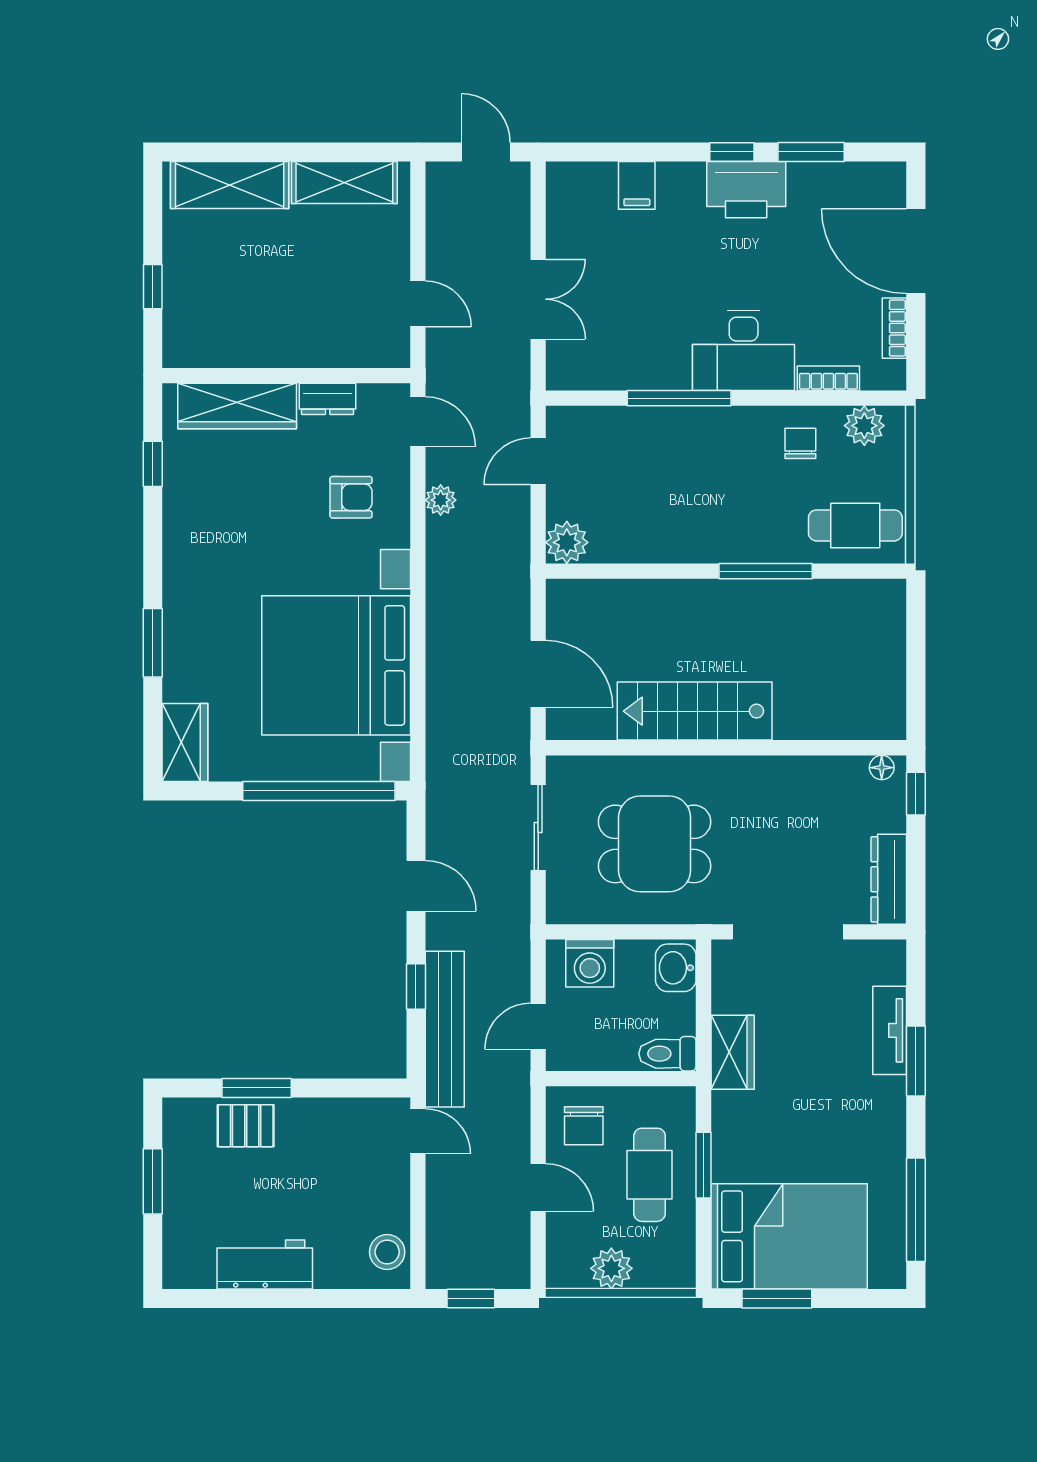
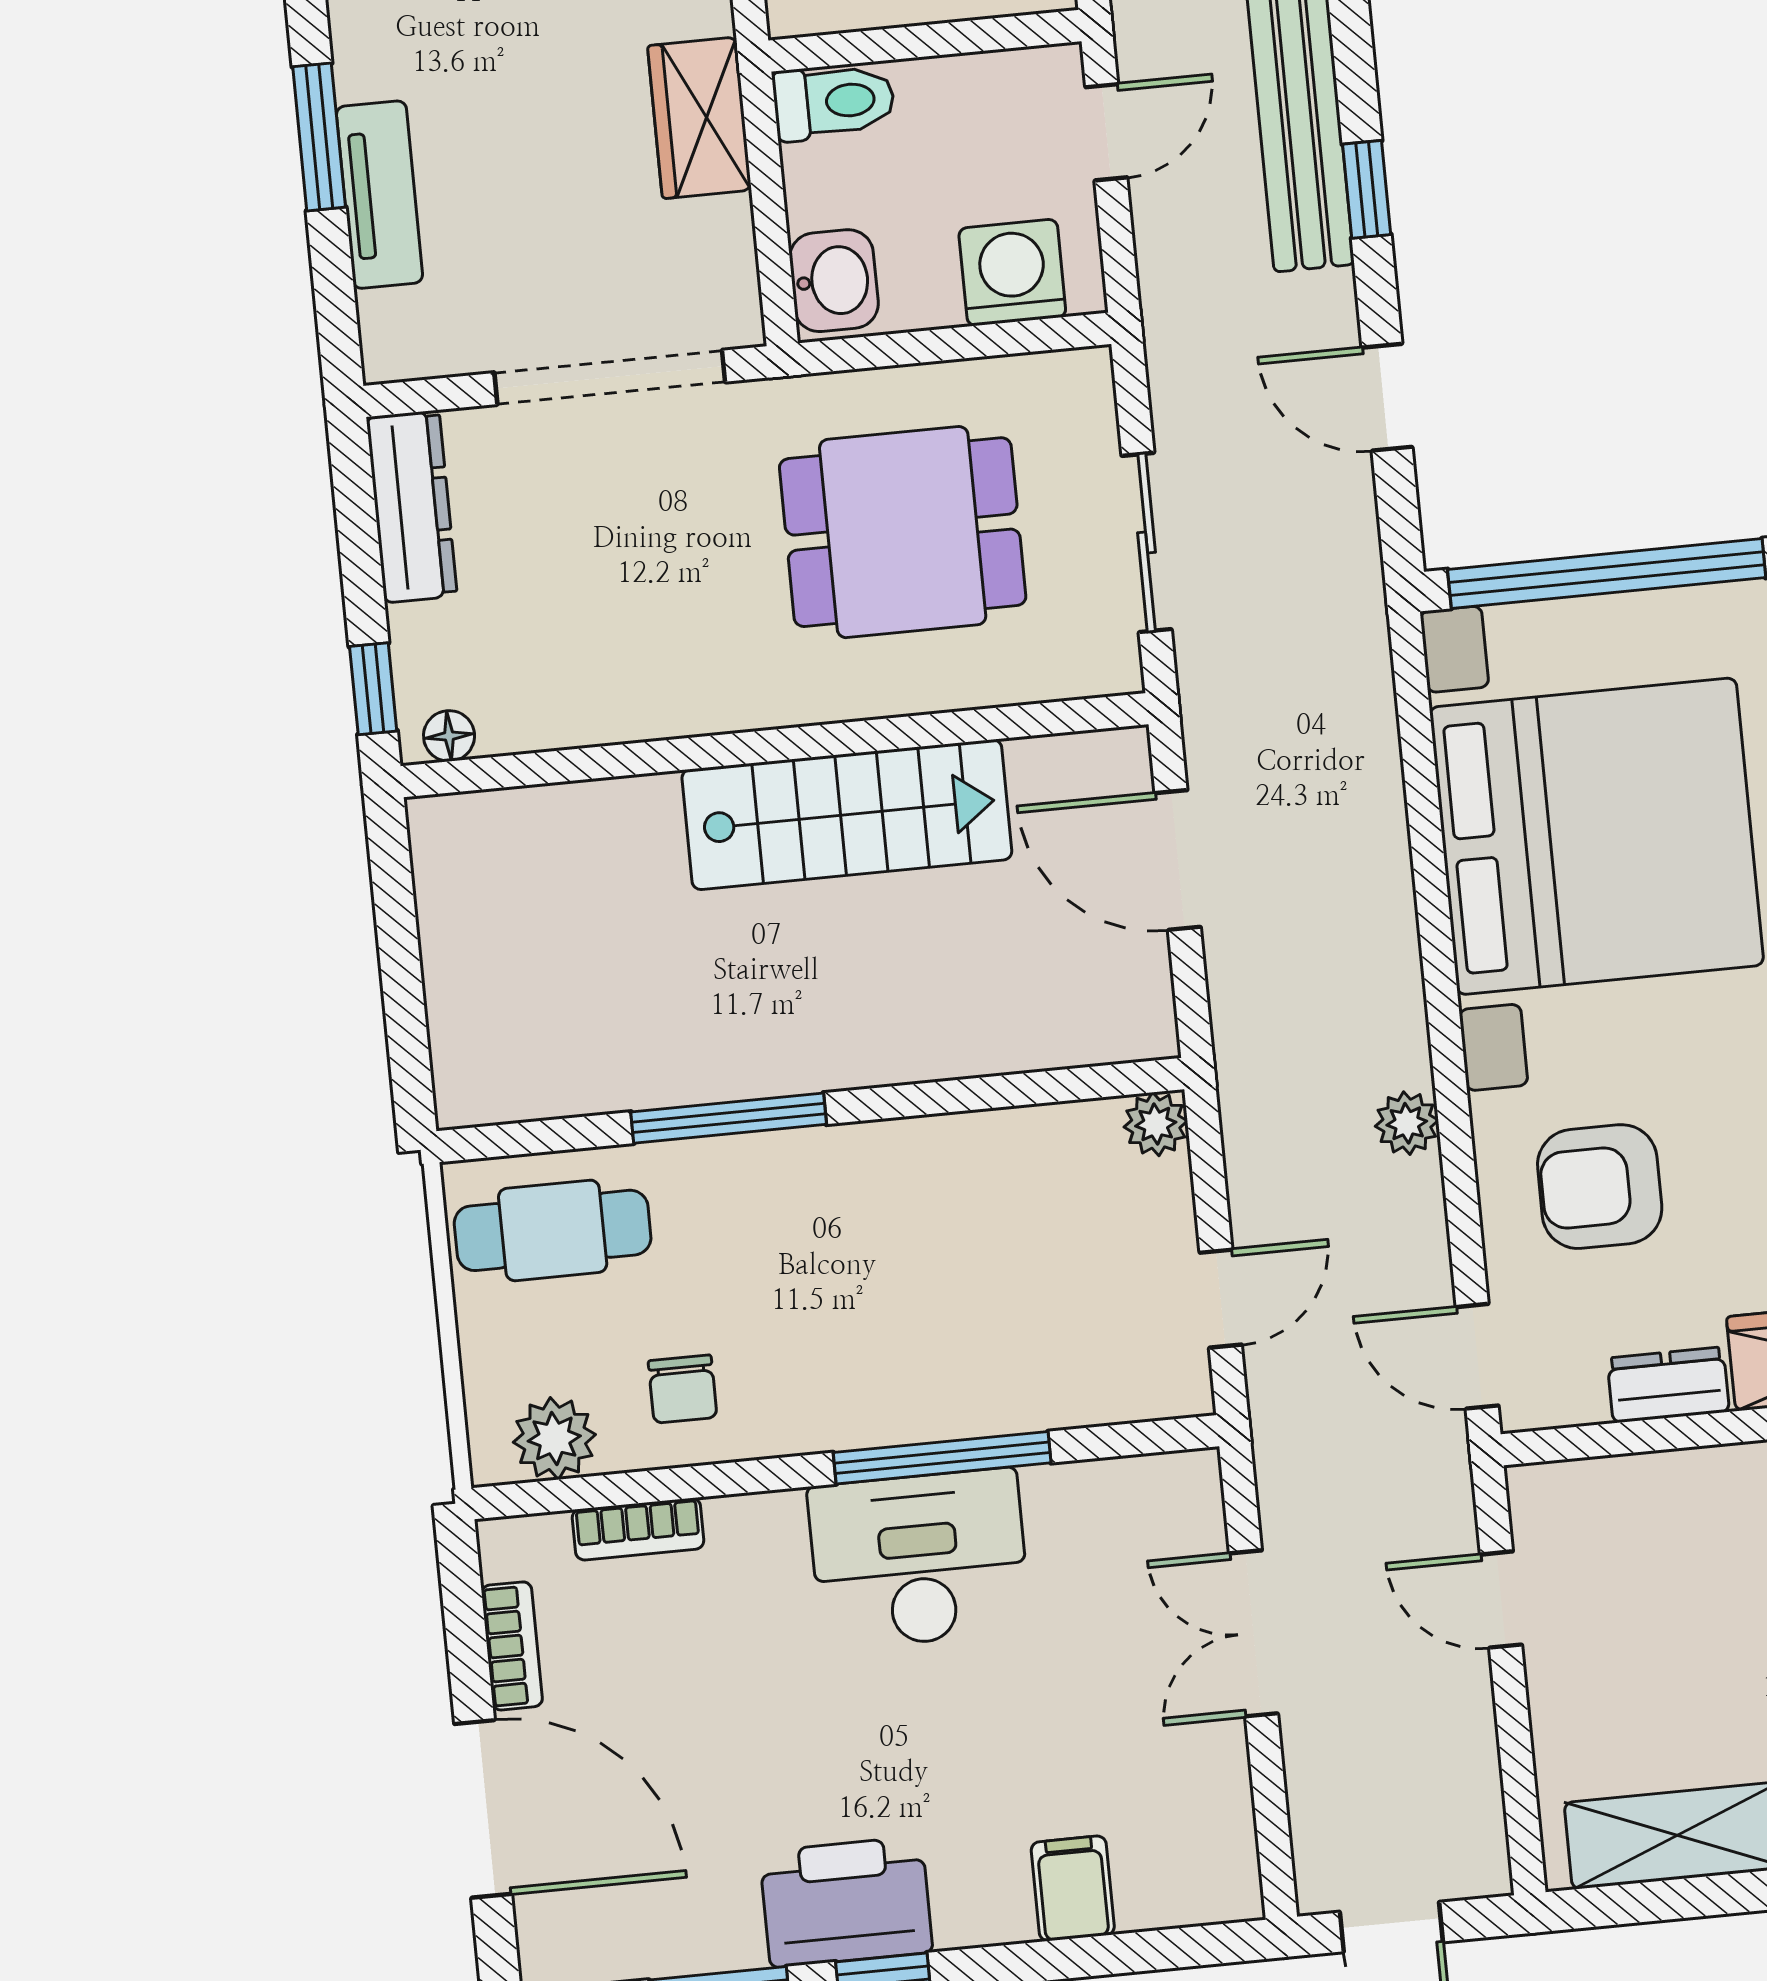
desk: (744, 351) -> (919, 1559), moved
armchair: (351, 497) -> (1600, 1187), width x1.38, depth x1.38
plant: (441, 500) -> (1407, 1123), moved
plant: (567, 542) -> (1156, 1124), width x0.73, depth x0.73

